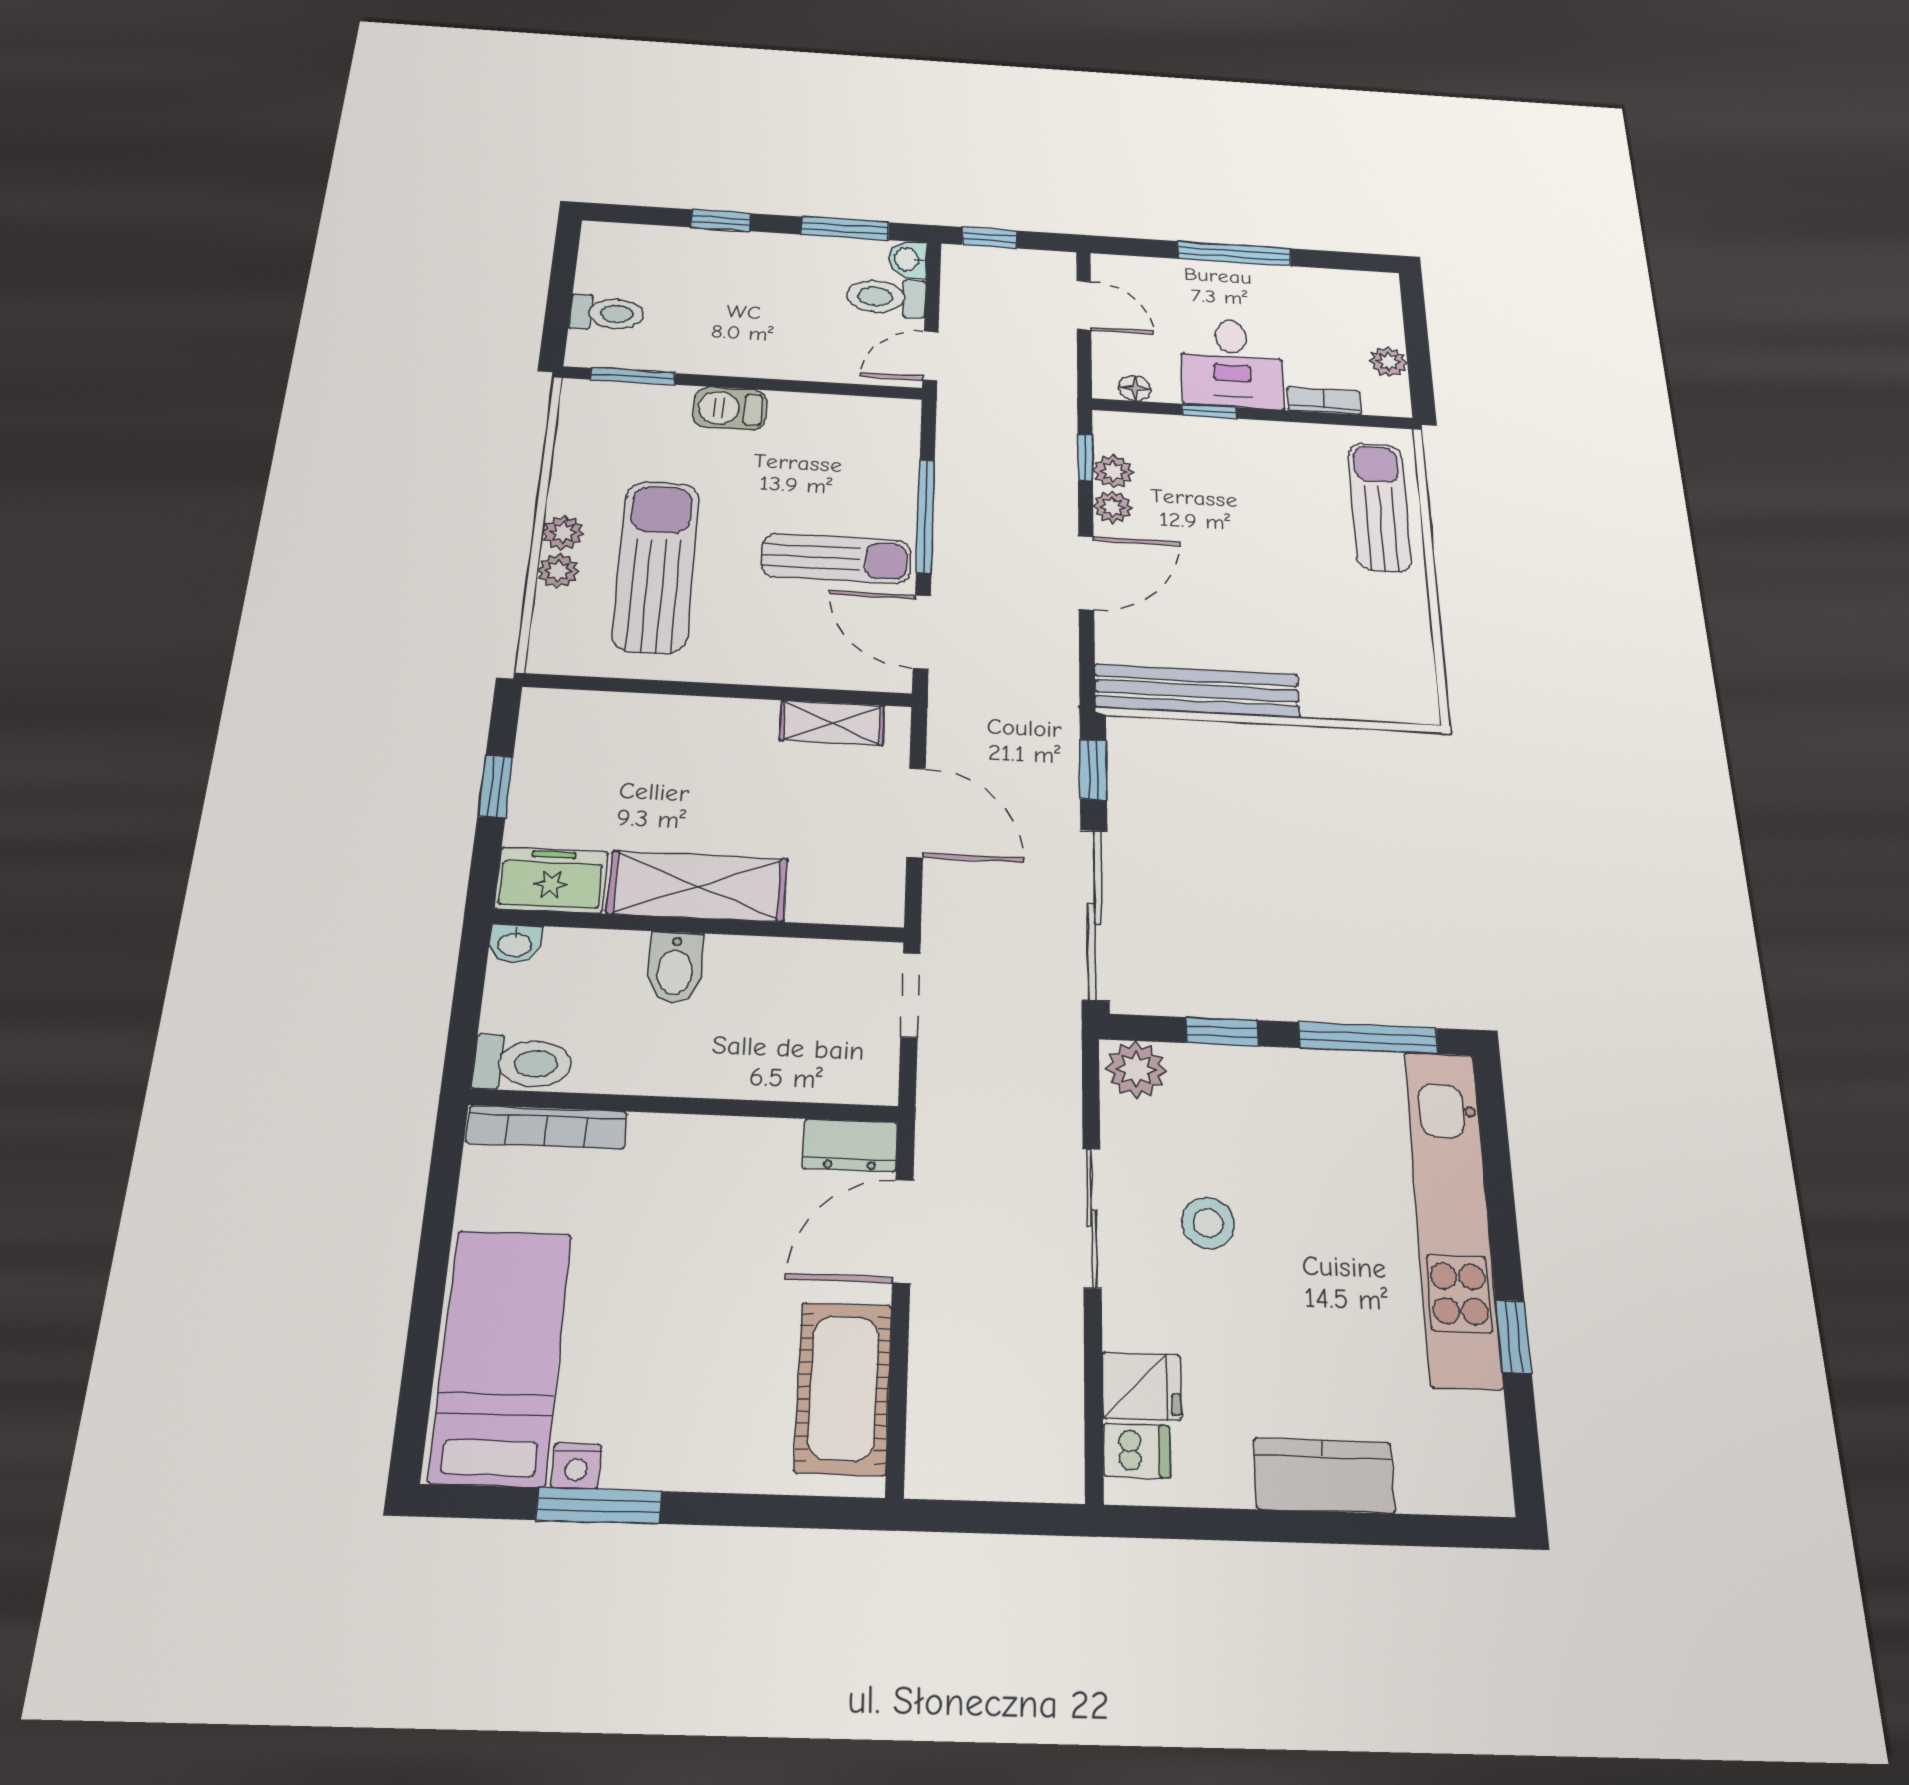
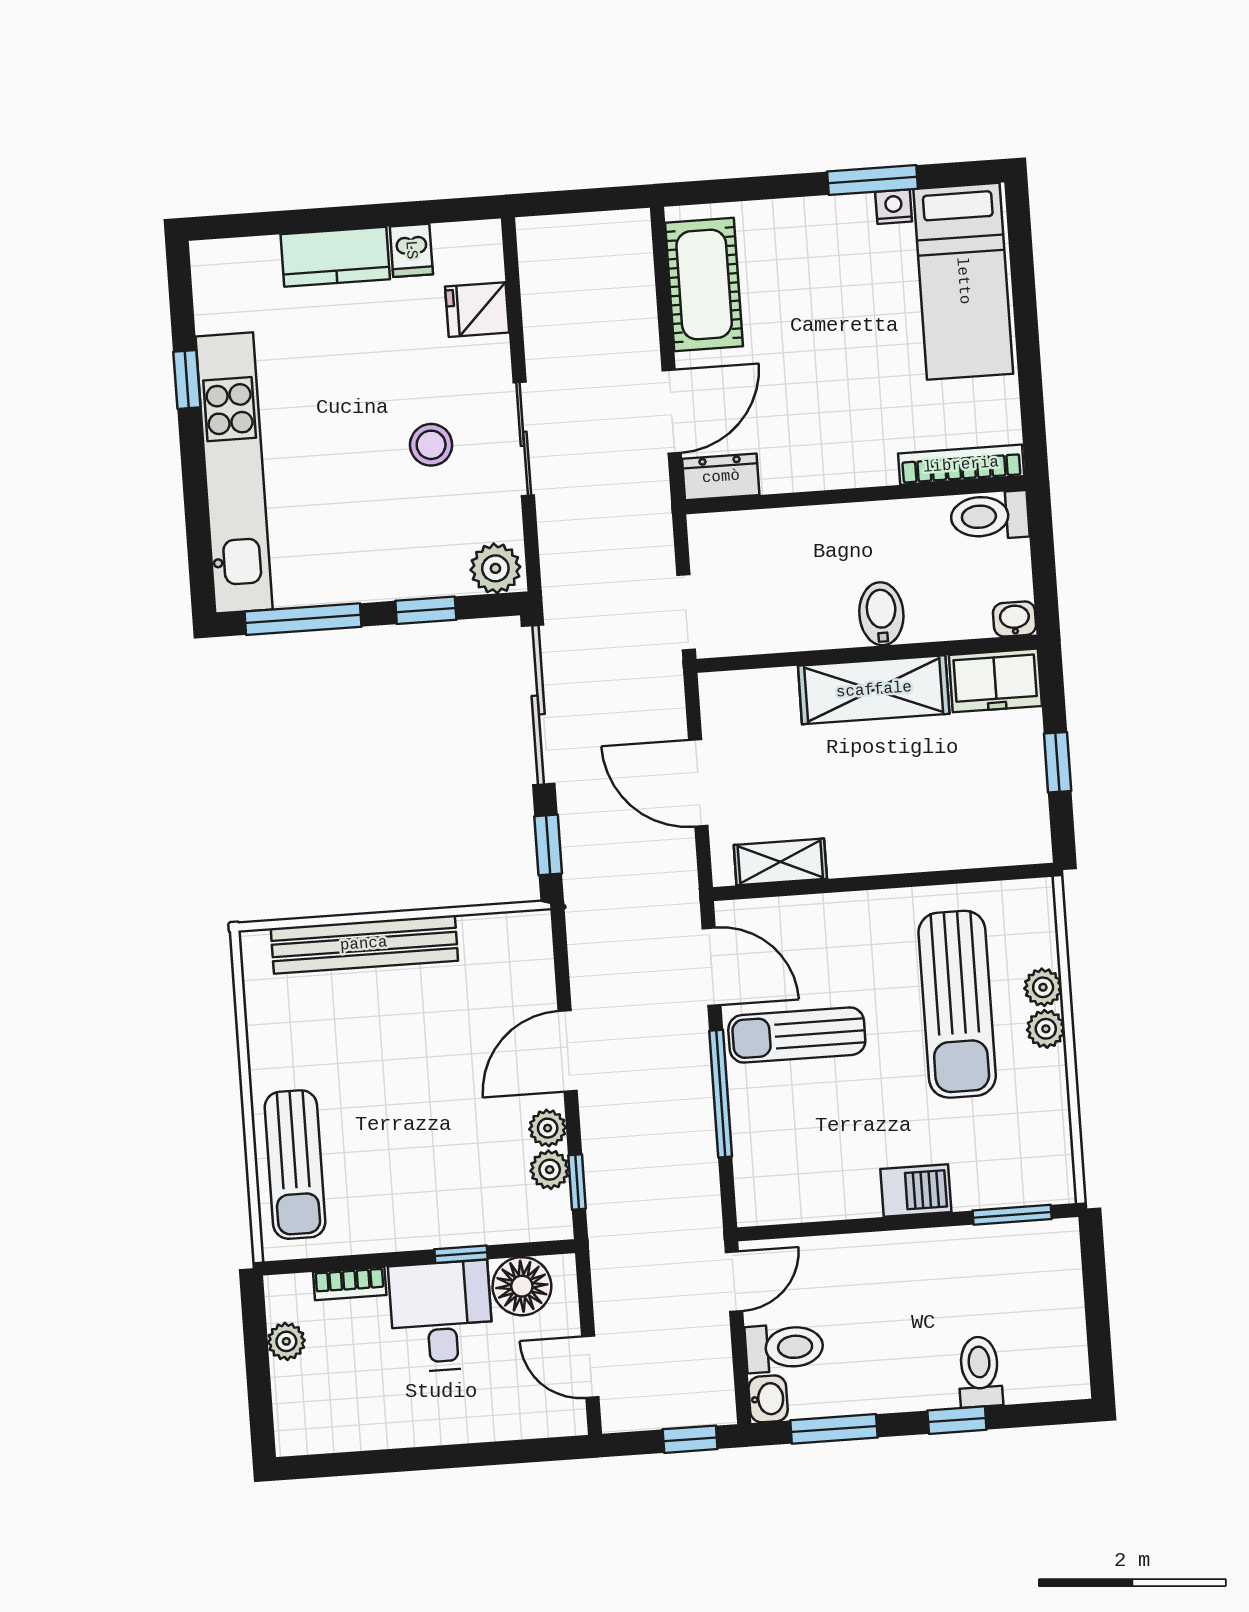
window: (1235, 254) -> (443, 1457), removed
toilet: (607, 313) -> (980, 1372), moved, turned 90
floor lamp: (1135, 388) -> (522, 1286), width x1.89, depth x1.89
bench: (1197, 691) -> (364, 944), moved
dishwasher: (1137, 1451) -> (411, 250), moved, turned -90

